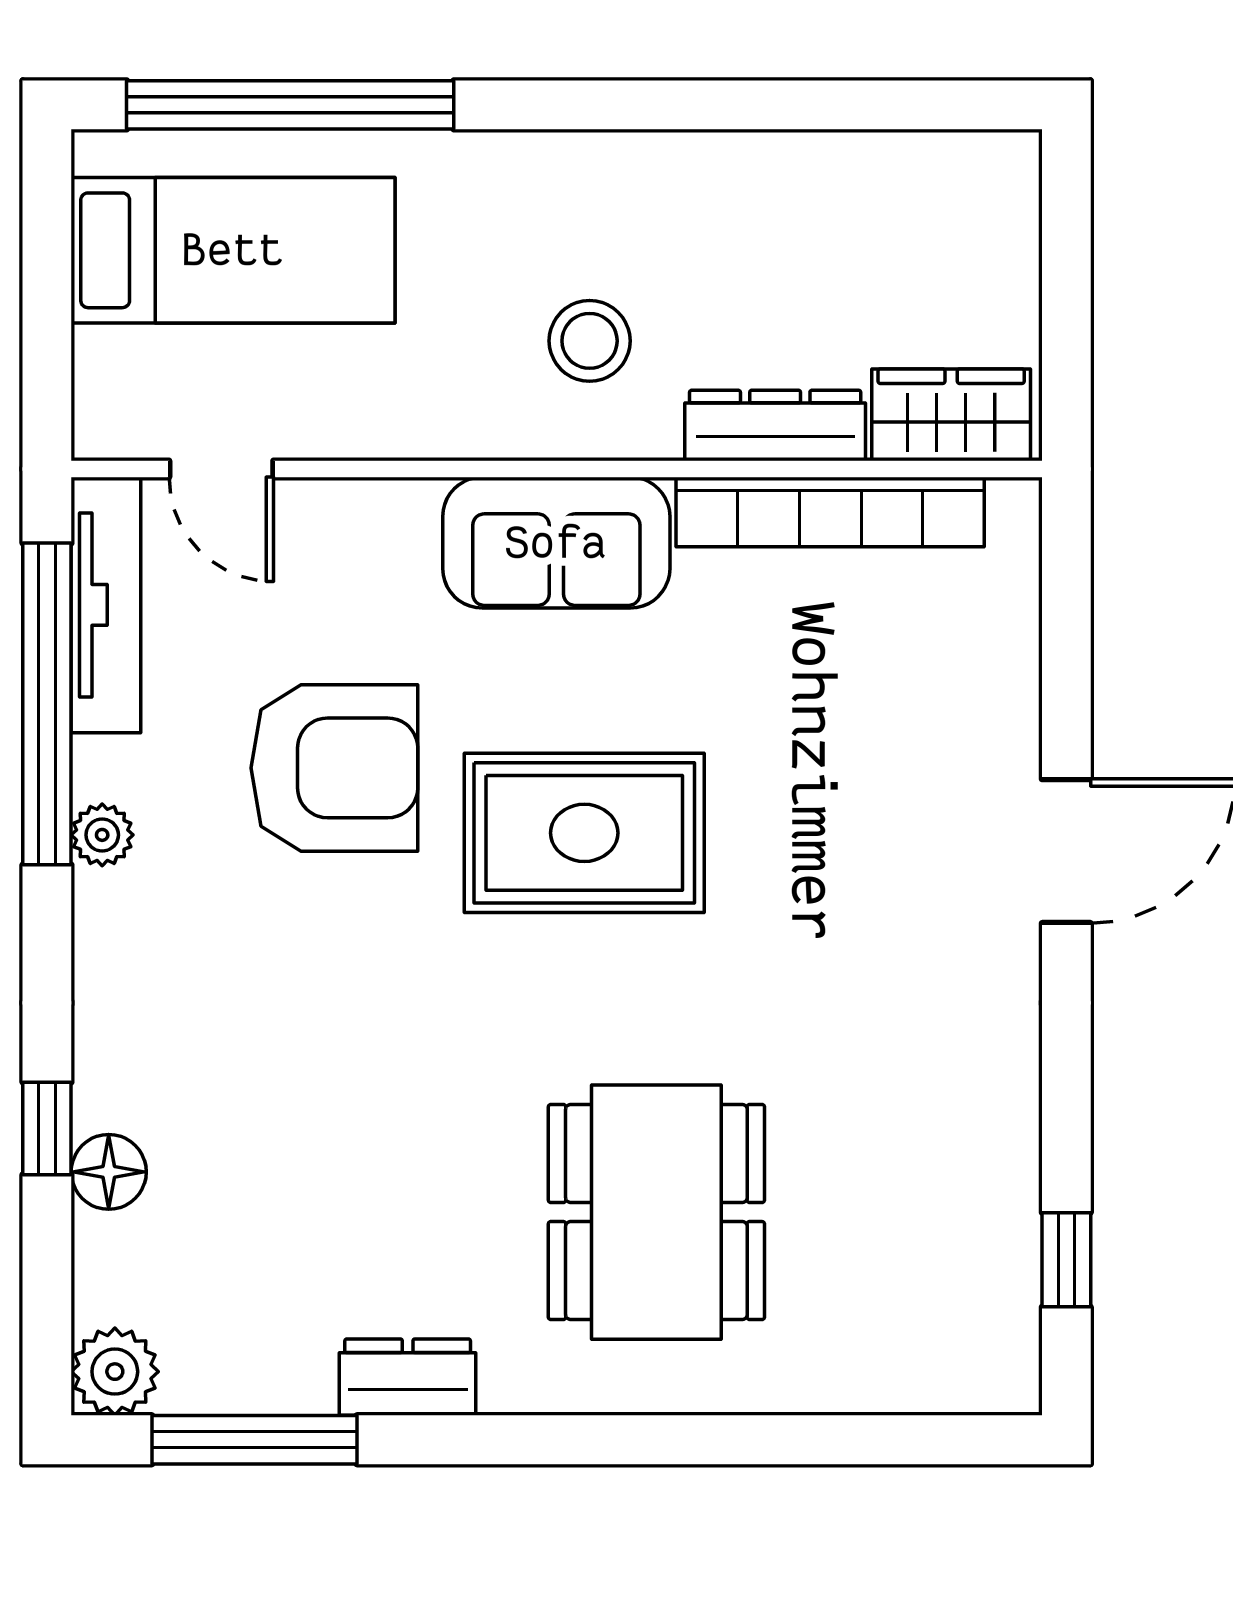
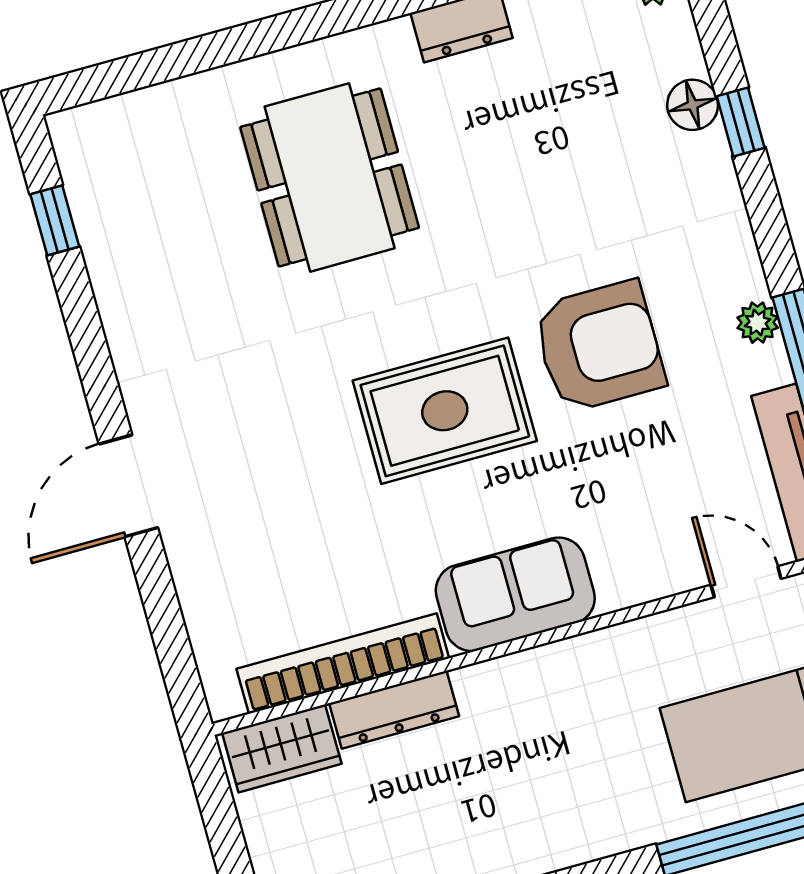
stool: (590, 341) -> (530, 731), removed
armchair: (334, 768) -> (599, 347), moved, turned 180

